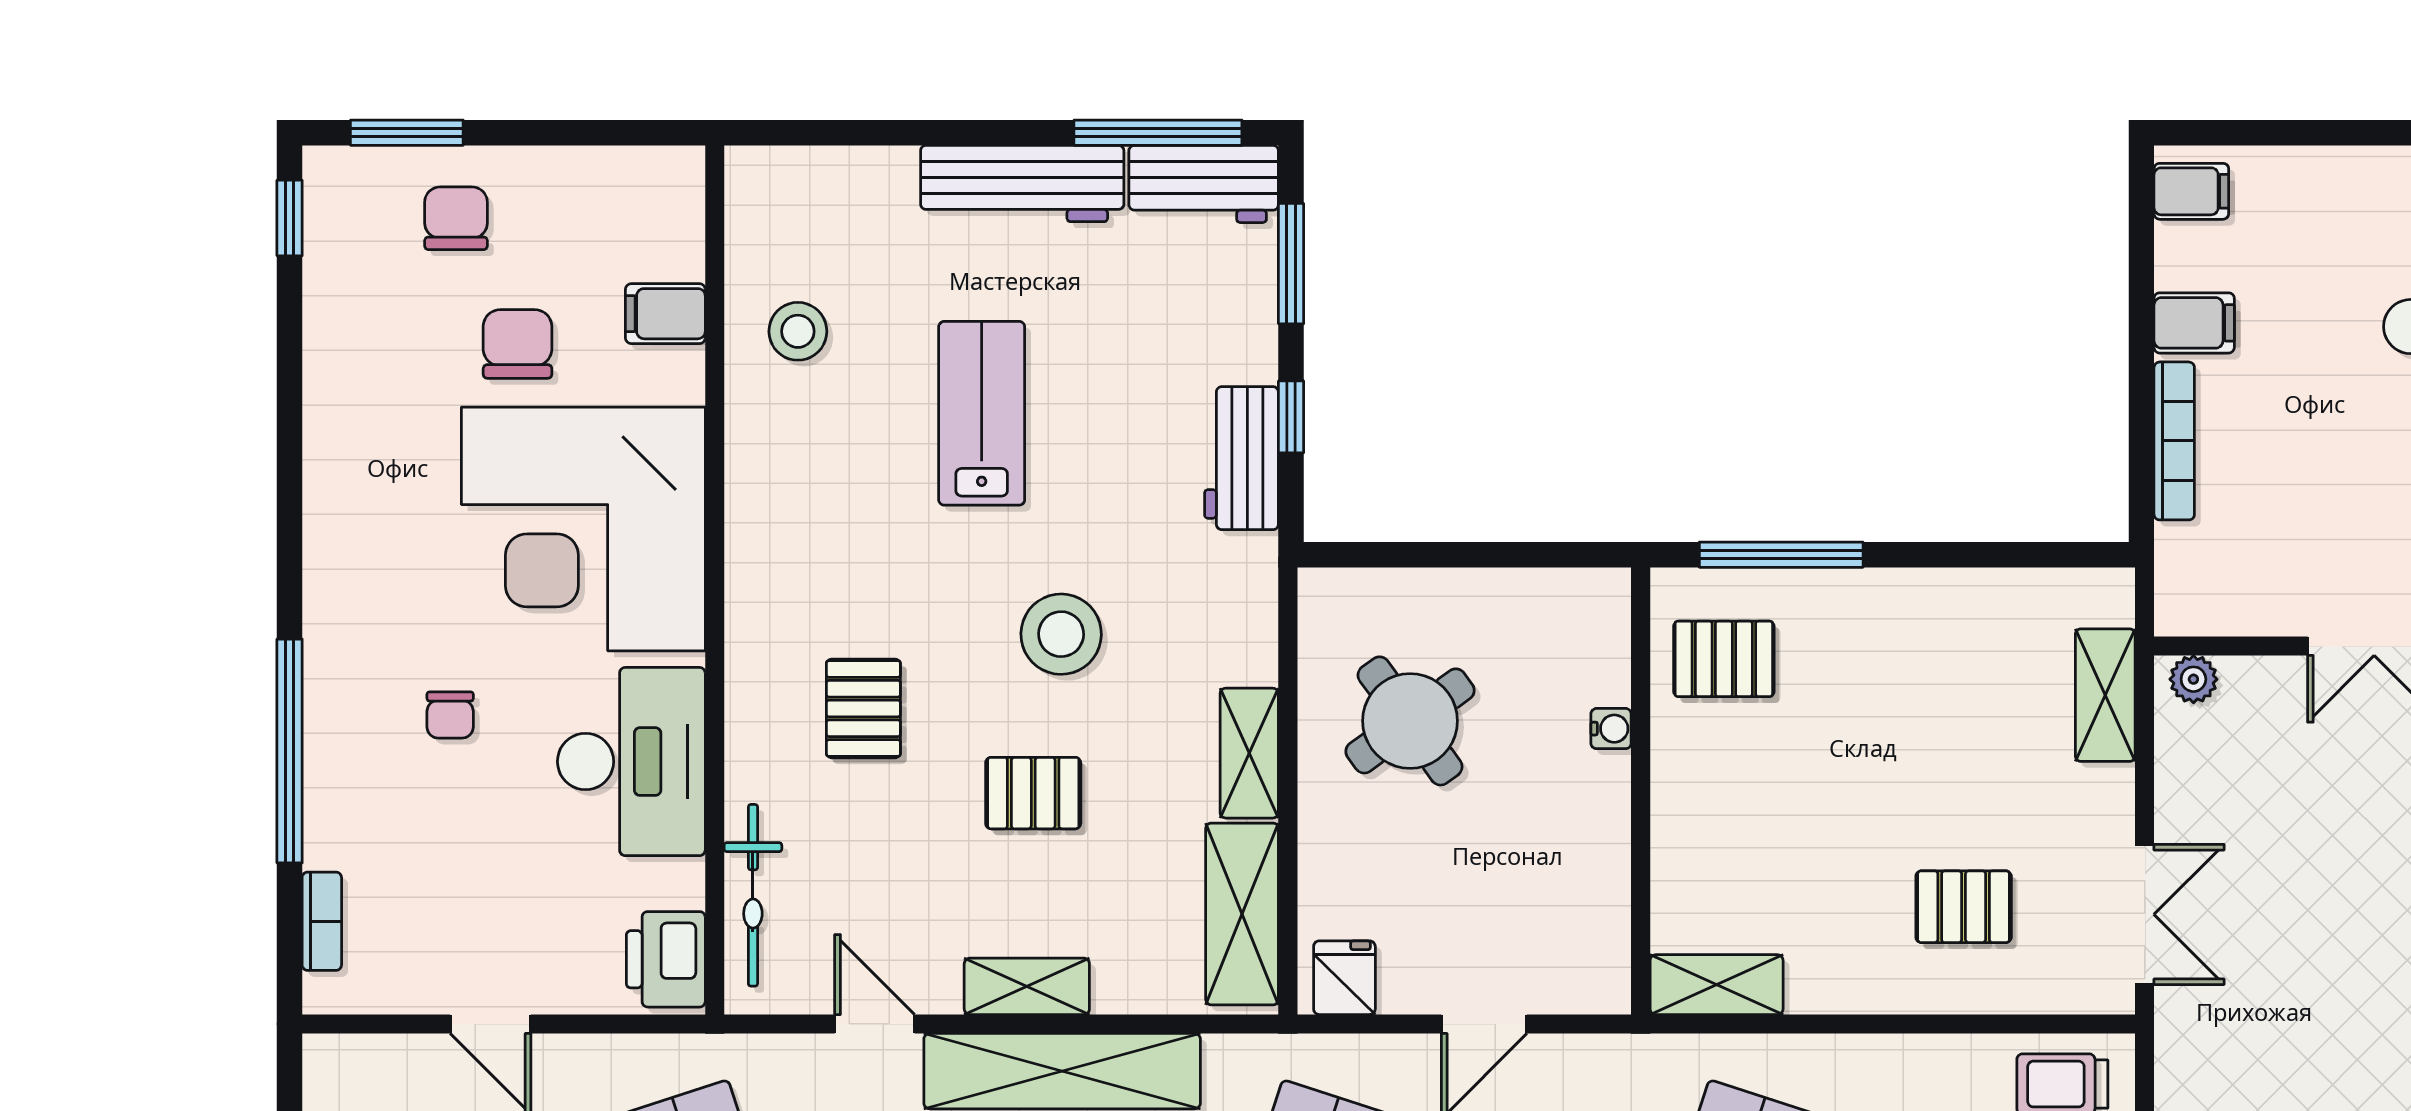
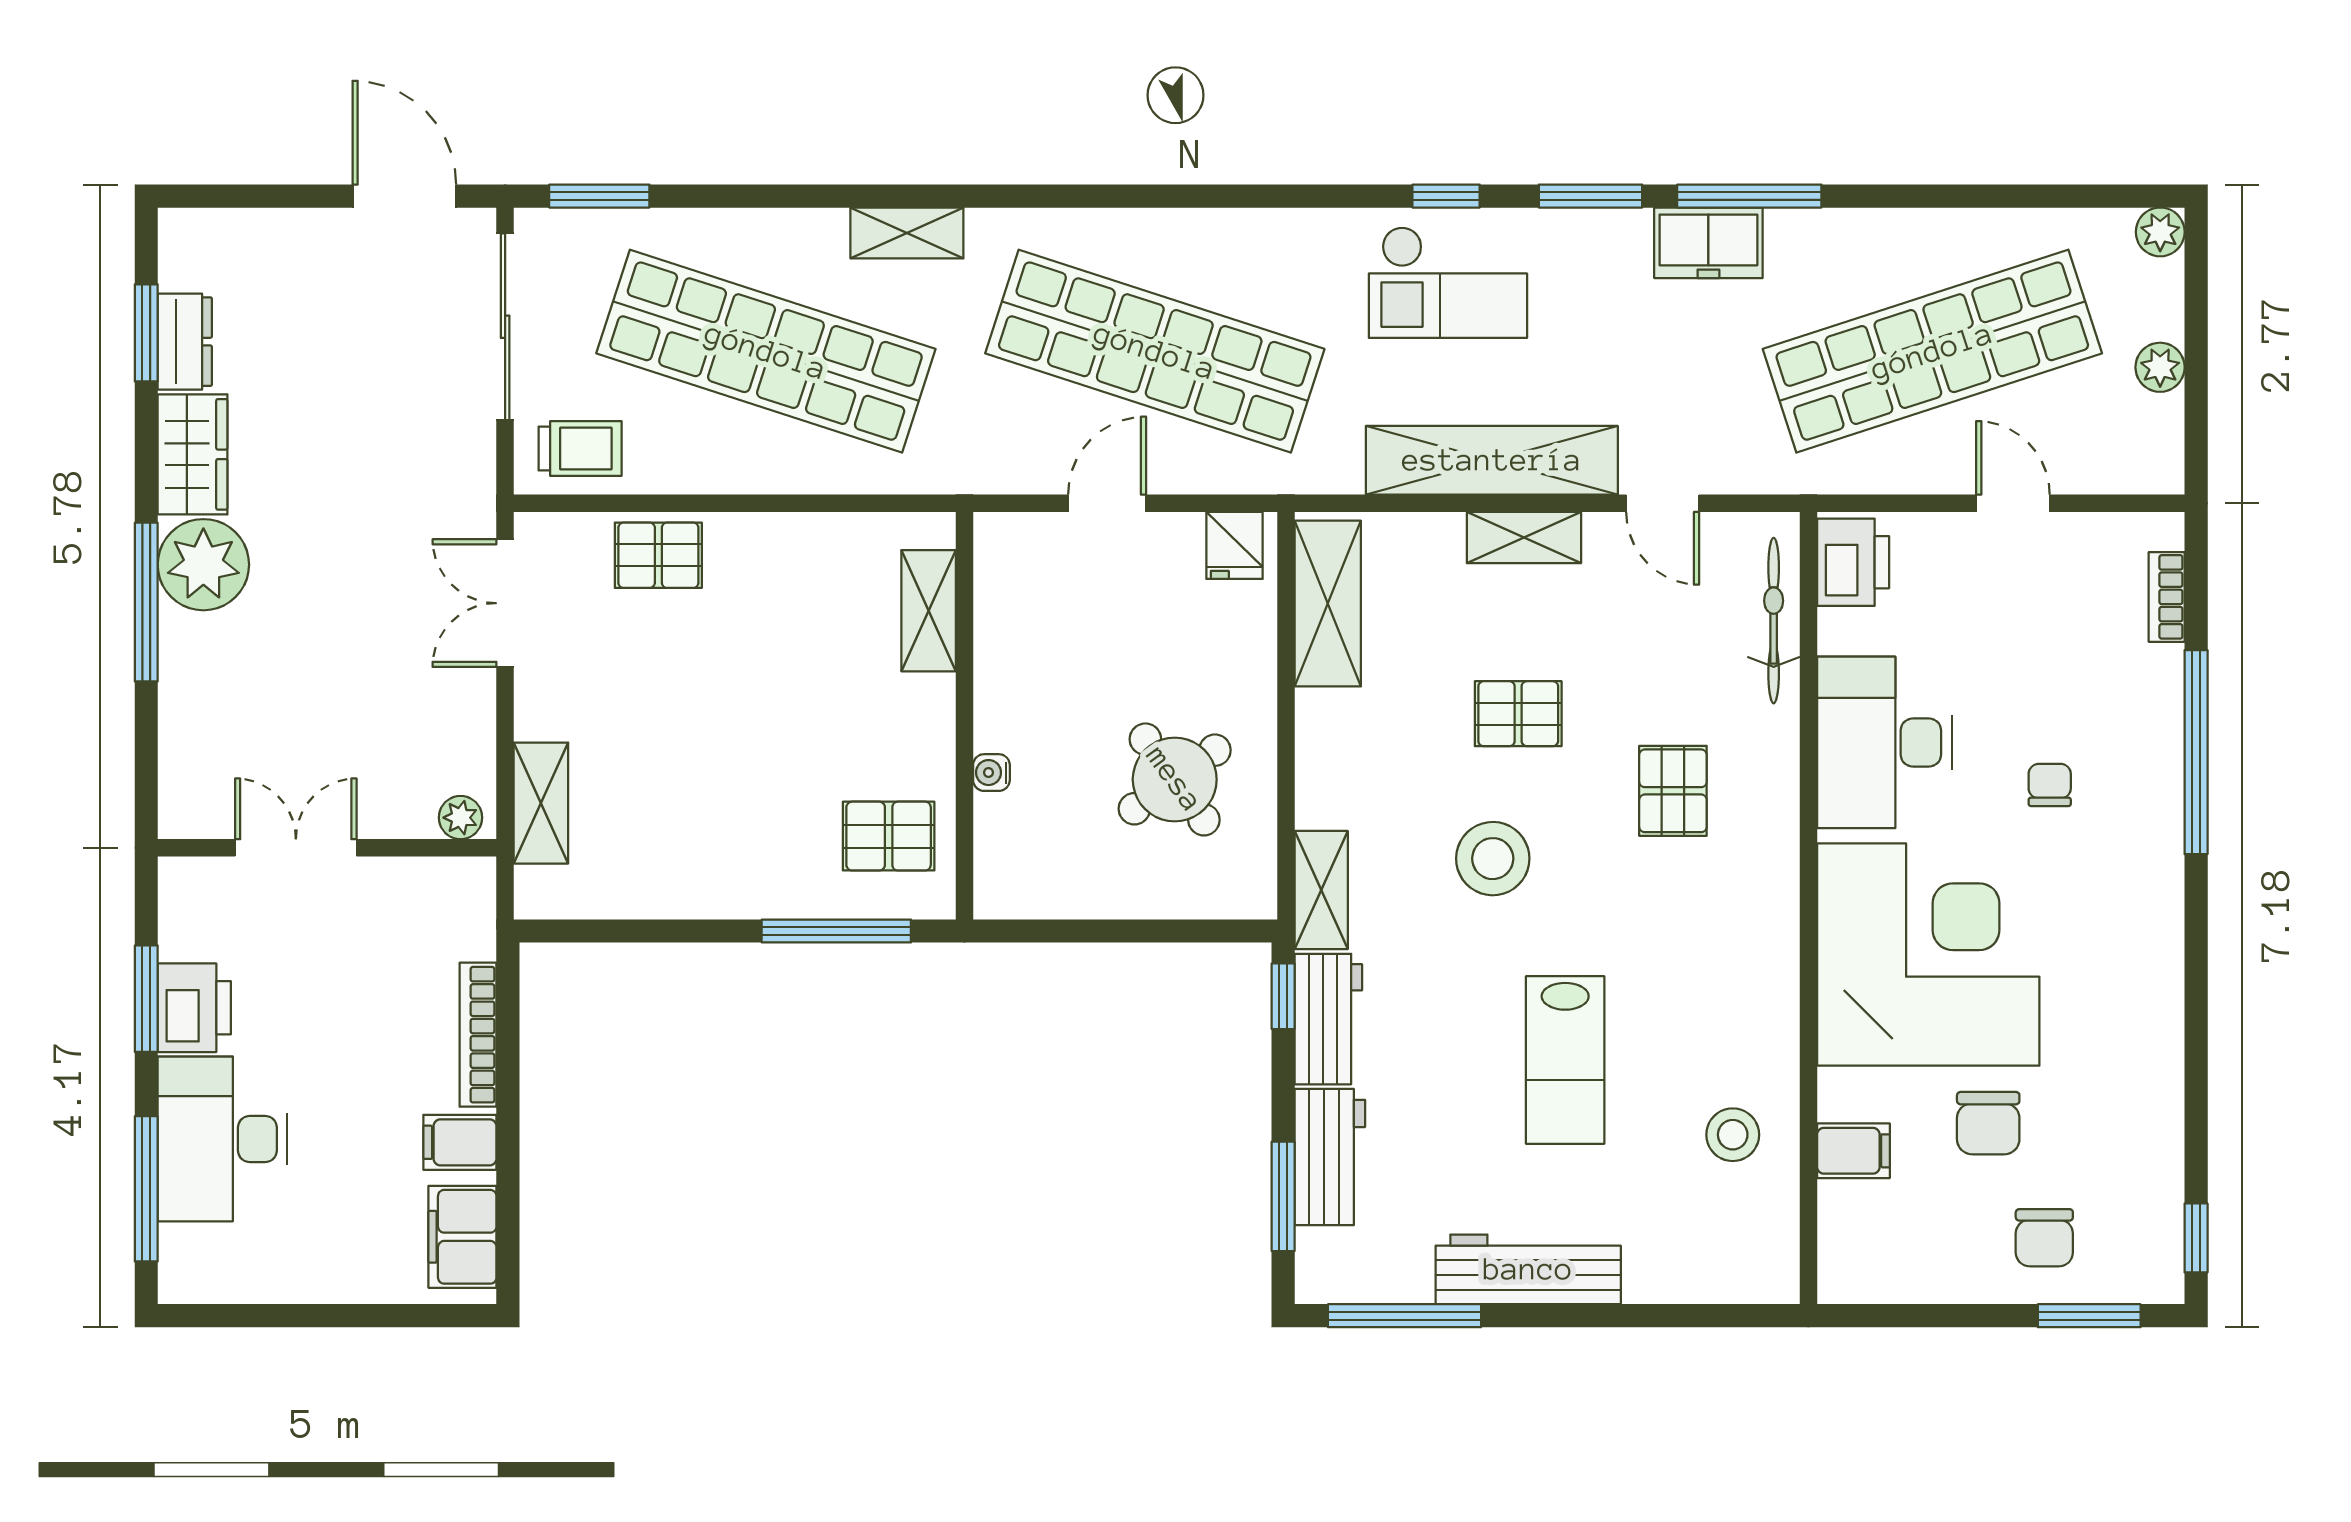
workbench: (1204, 184) -> (1330, 1157), moved, turned 90
filing cabinet: (2191, 191) -> (462, 1237), width x2.00
window: (1291, 417) -> (1283, 996), moved
shelving: (1249, 753) -> (1321, 890), moved
pallet: (1964, 907) -> (658, 555), moved
shelving: (1717, 985) -> (929, 611), moved, turned 90

